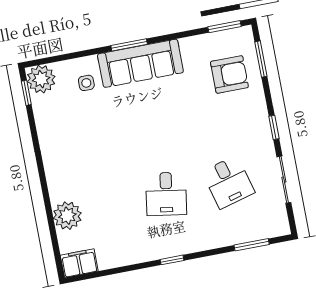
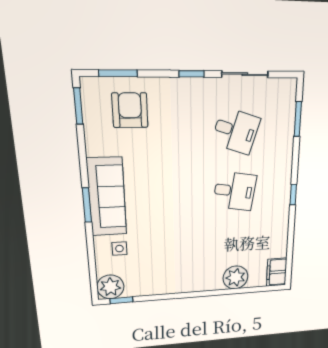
desk: (228, 182) -> (236, 131), turned 33

